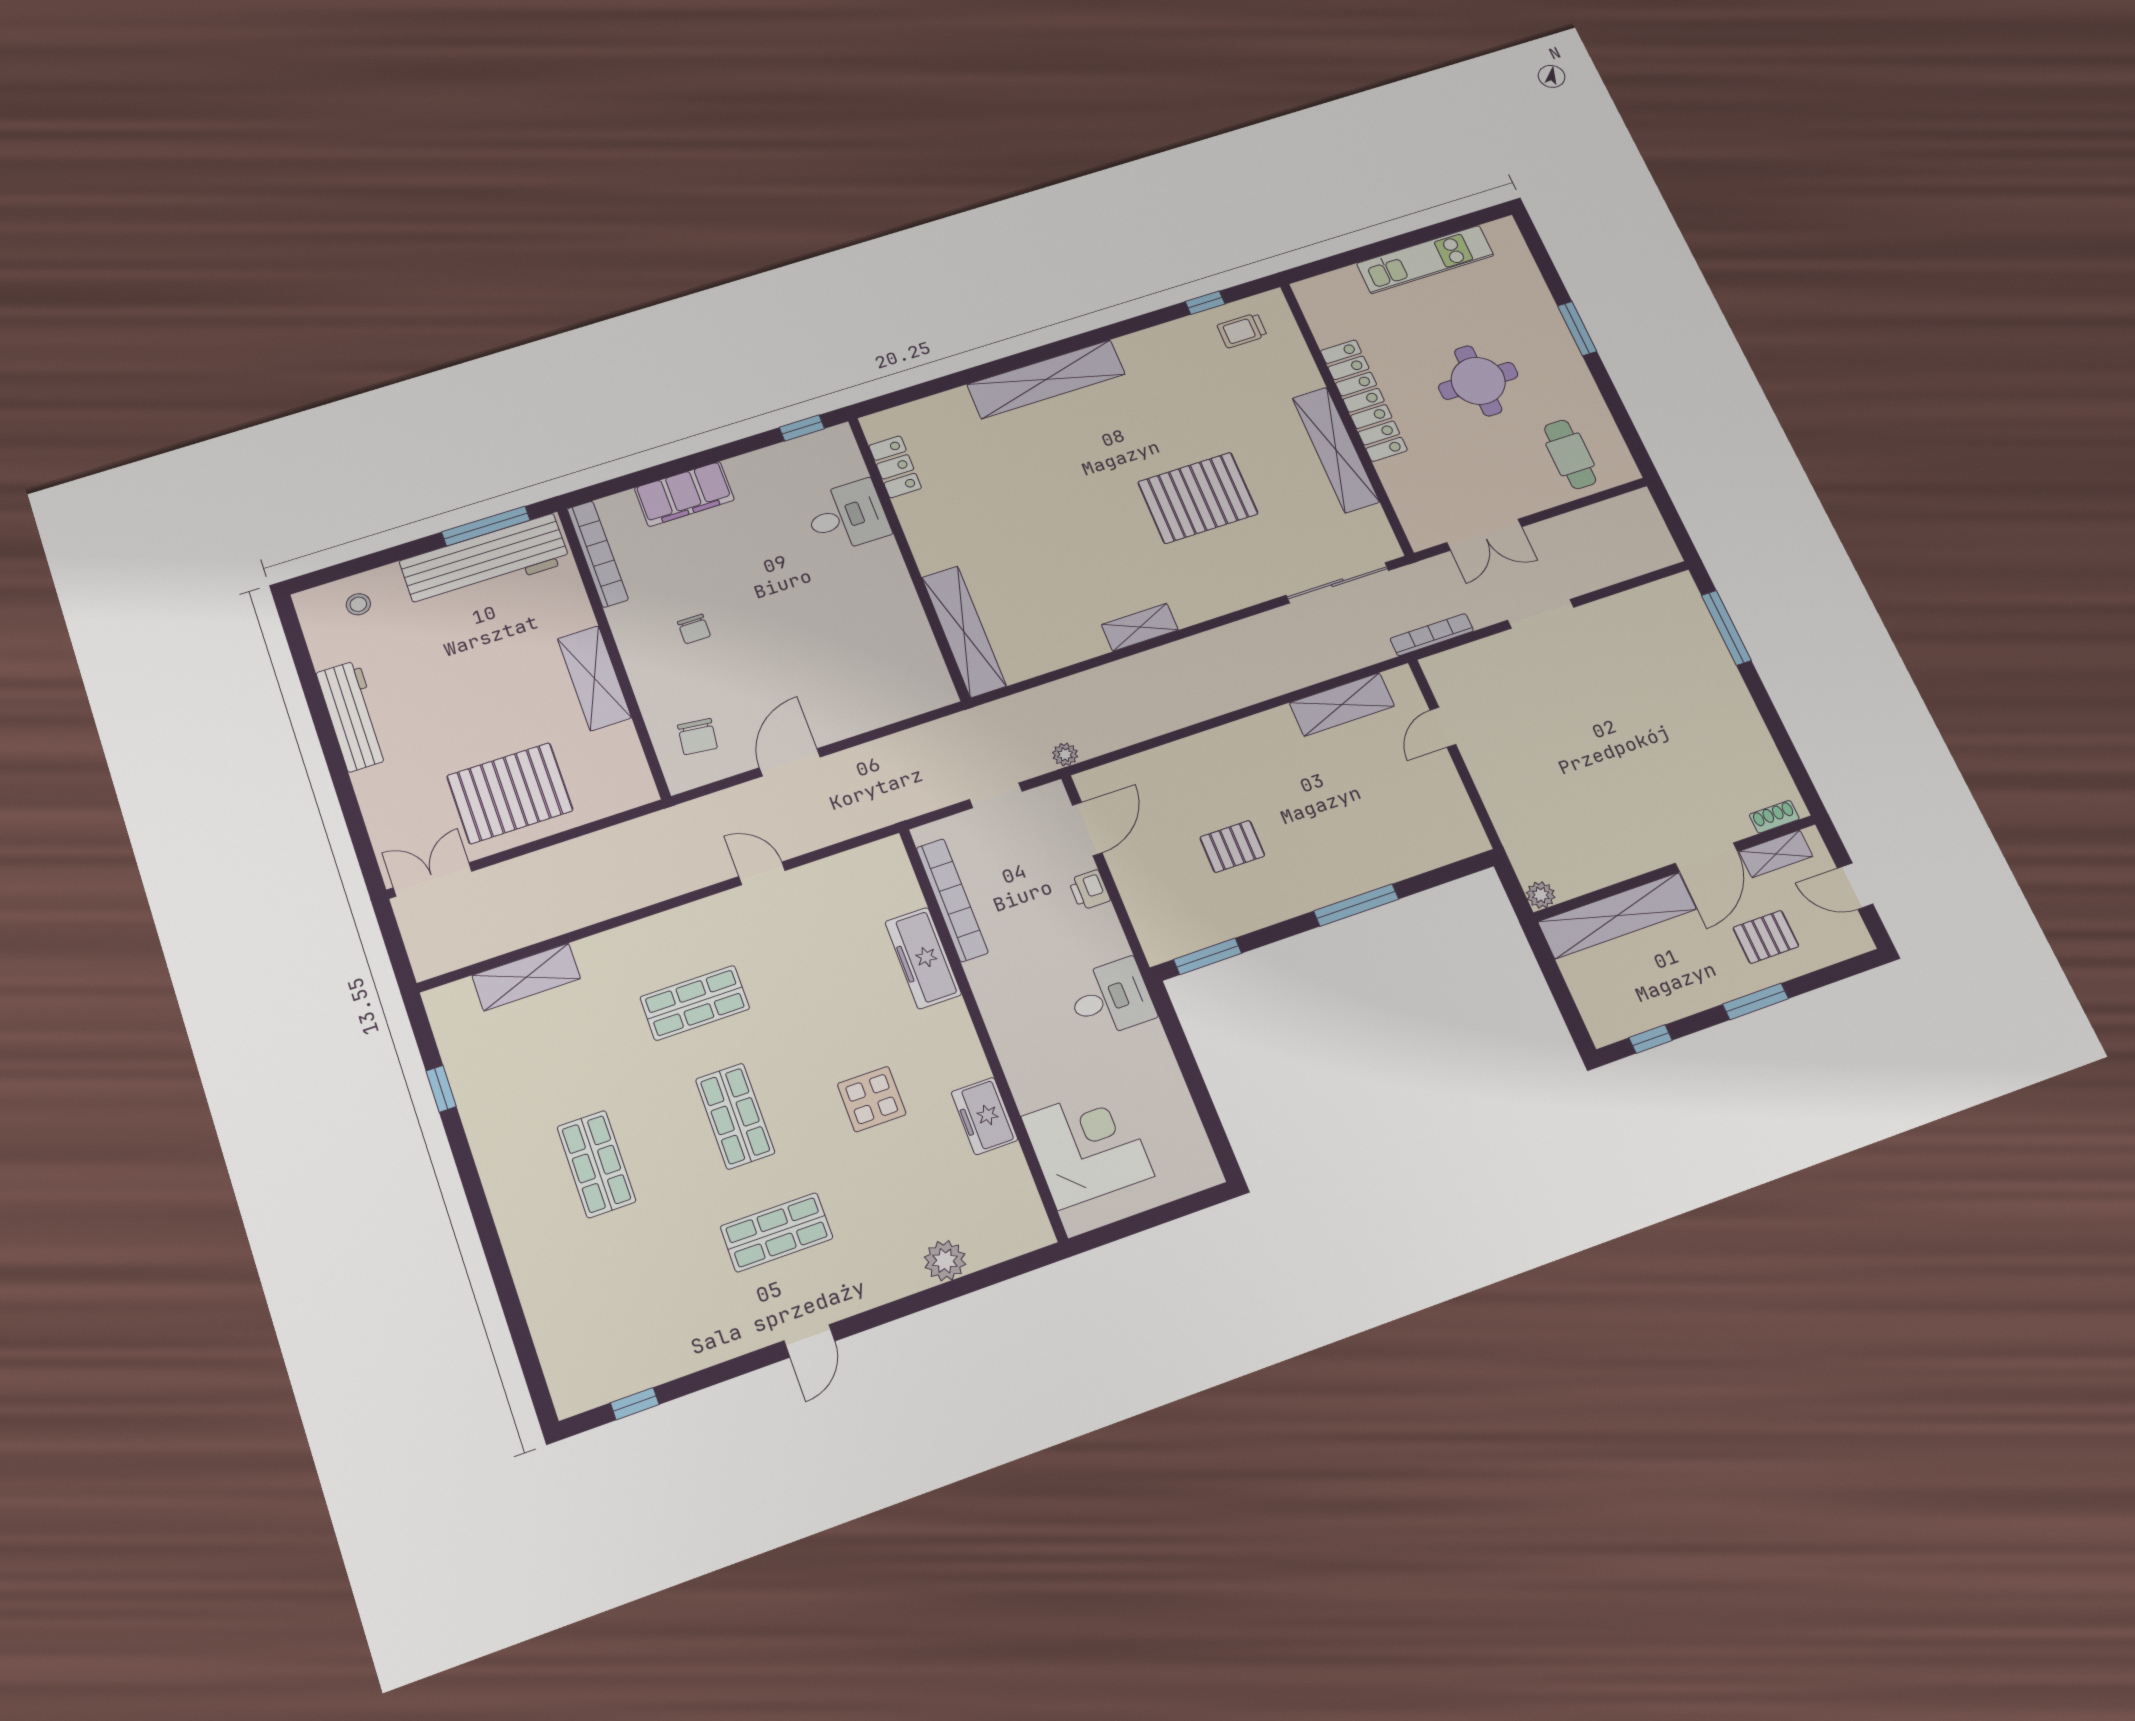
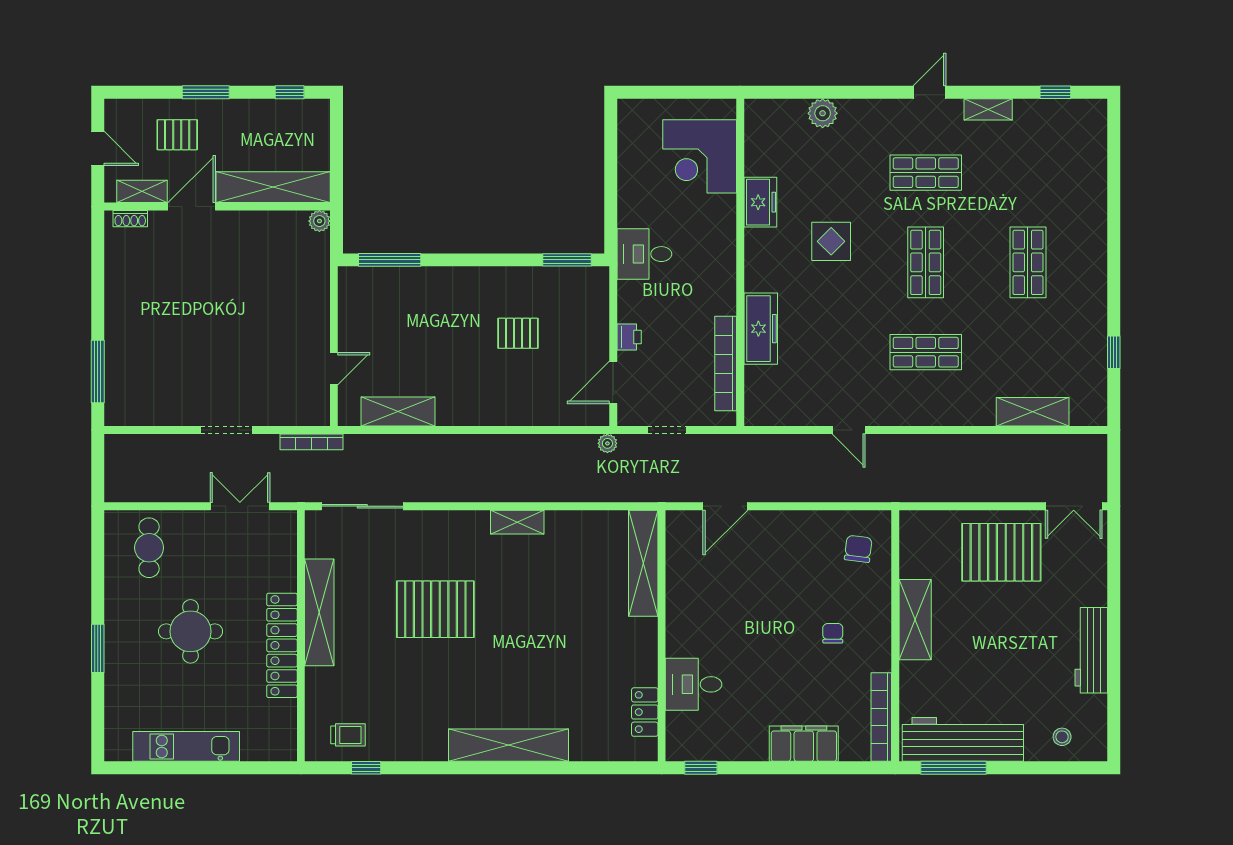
door: (790, 762) -> (725, 506), moved
window: (1356, 905) -> (390, 260), moved
shelving: (720, 1347) -> (988, 109), added

